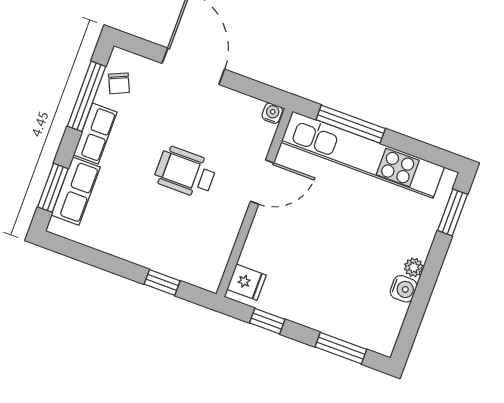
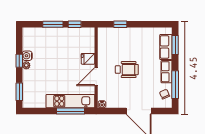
kitchen unit: (363, 155) -> (70, 101), width x0.73
fridge: (247, 282) -> (88, 59), moved
window: (426, 284) -> (19, 61), added
window: (341, 348) -> (53, 24), moved

